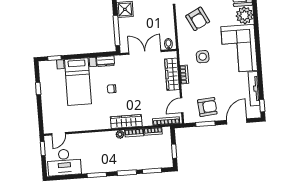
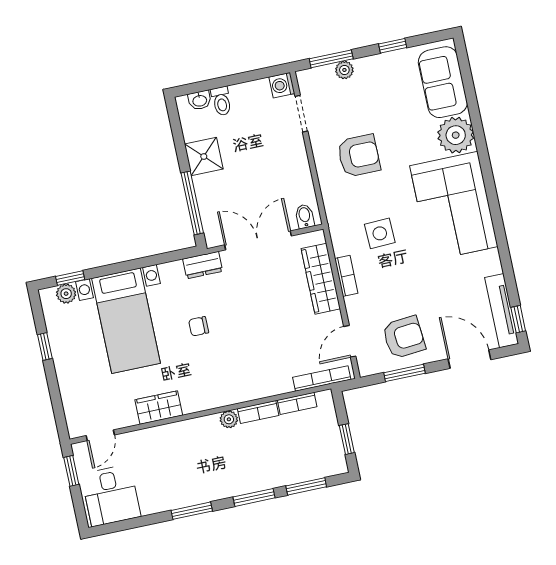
armchair: (198, 19) -> (359, 156), turned -63
dresser: (106, 61) -> (203, 265), moved
plant: (52, 65) -> (66, 294), added
tv unit: (254, 89) -> (502, 311), moved
door: (237, 121) -> (469, 359), hinge flipped
wardrobe: (126, 122) -> (159, 408), moved, width x0.67
desk: (64, 162) -> (111, 495), width x0.73

